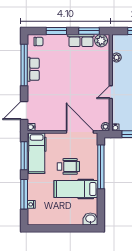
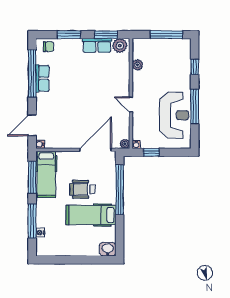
door: (111, 92) -> (131, 104), hinge flipped
door: (80, 132) -> (96, 150), hinge flipped
wheelchair: (68, 166) -> (82, 189), turned 180

